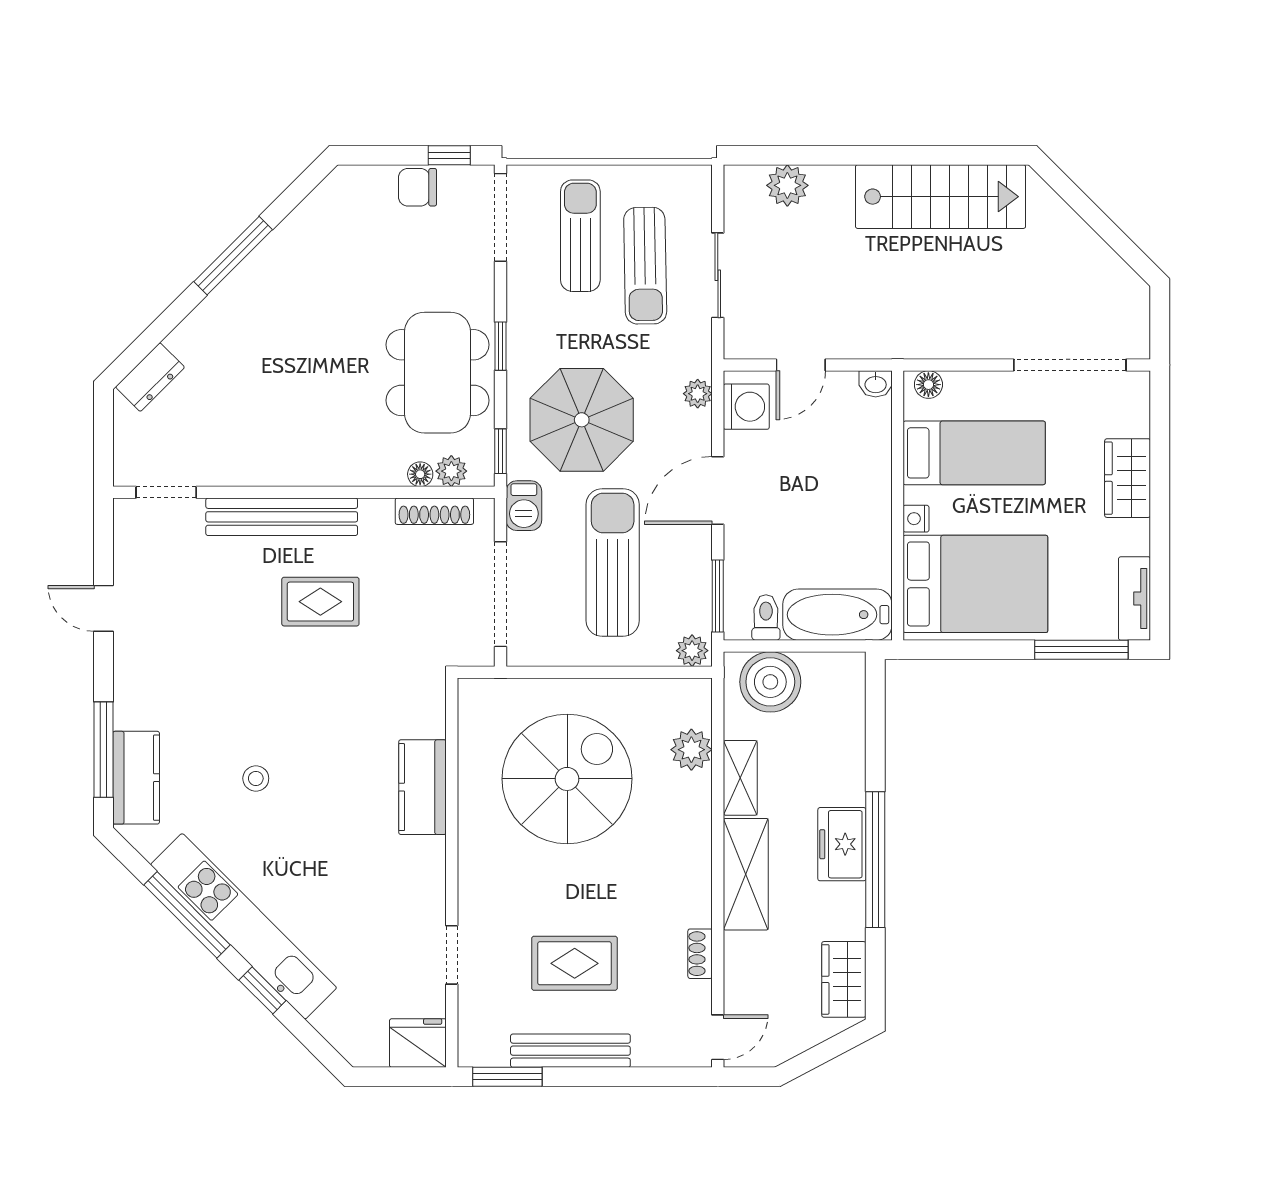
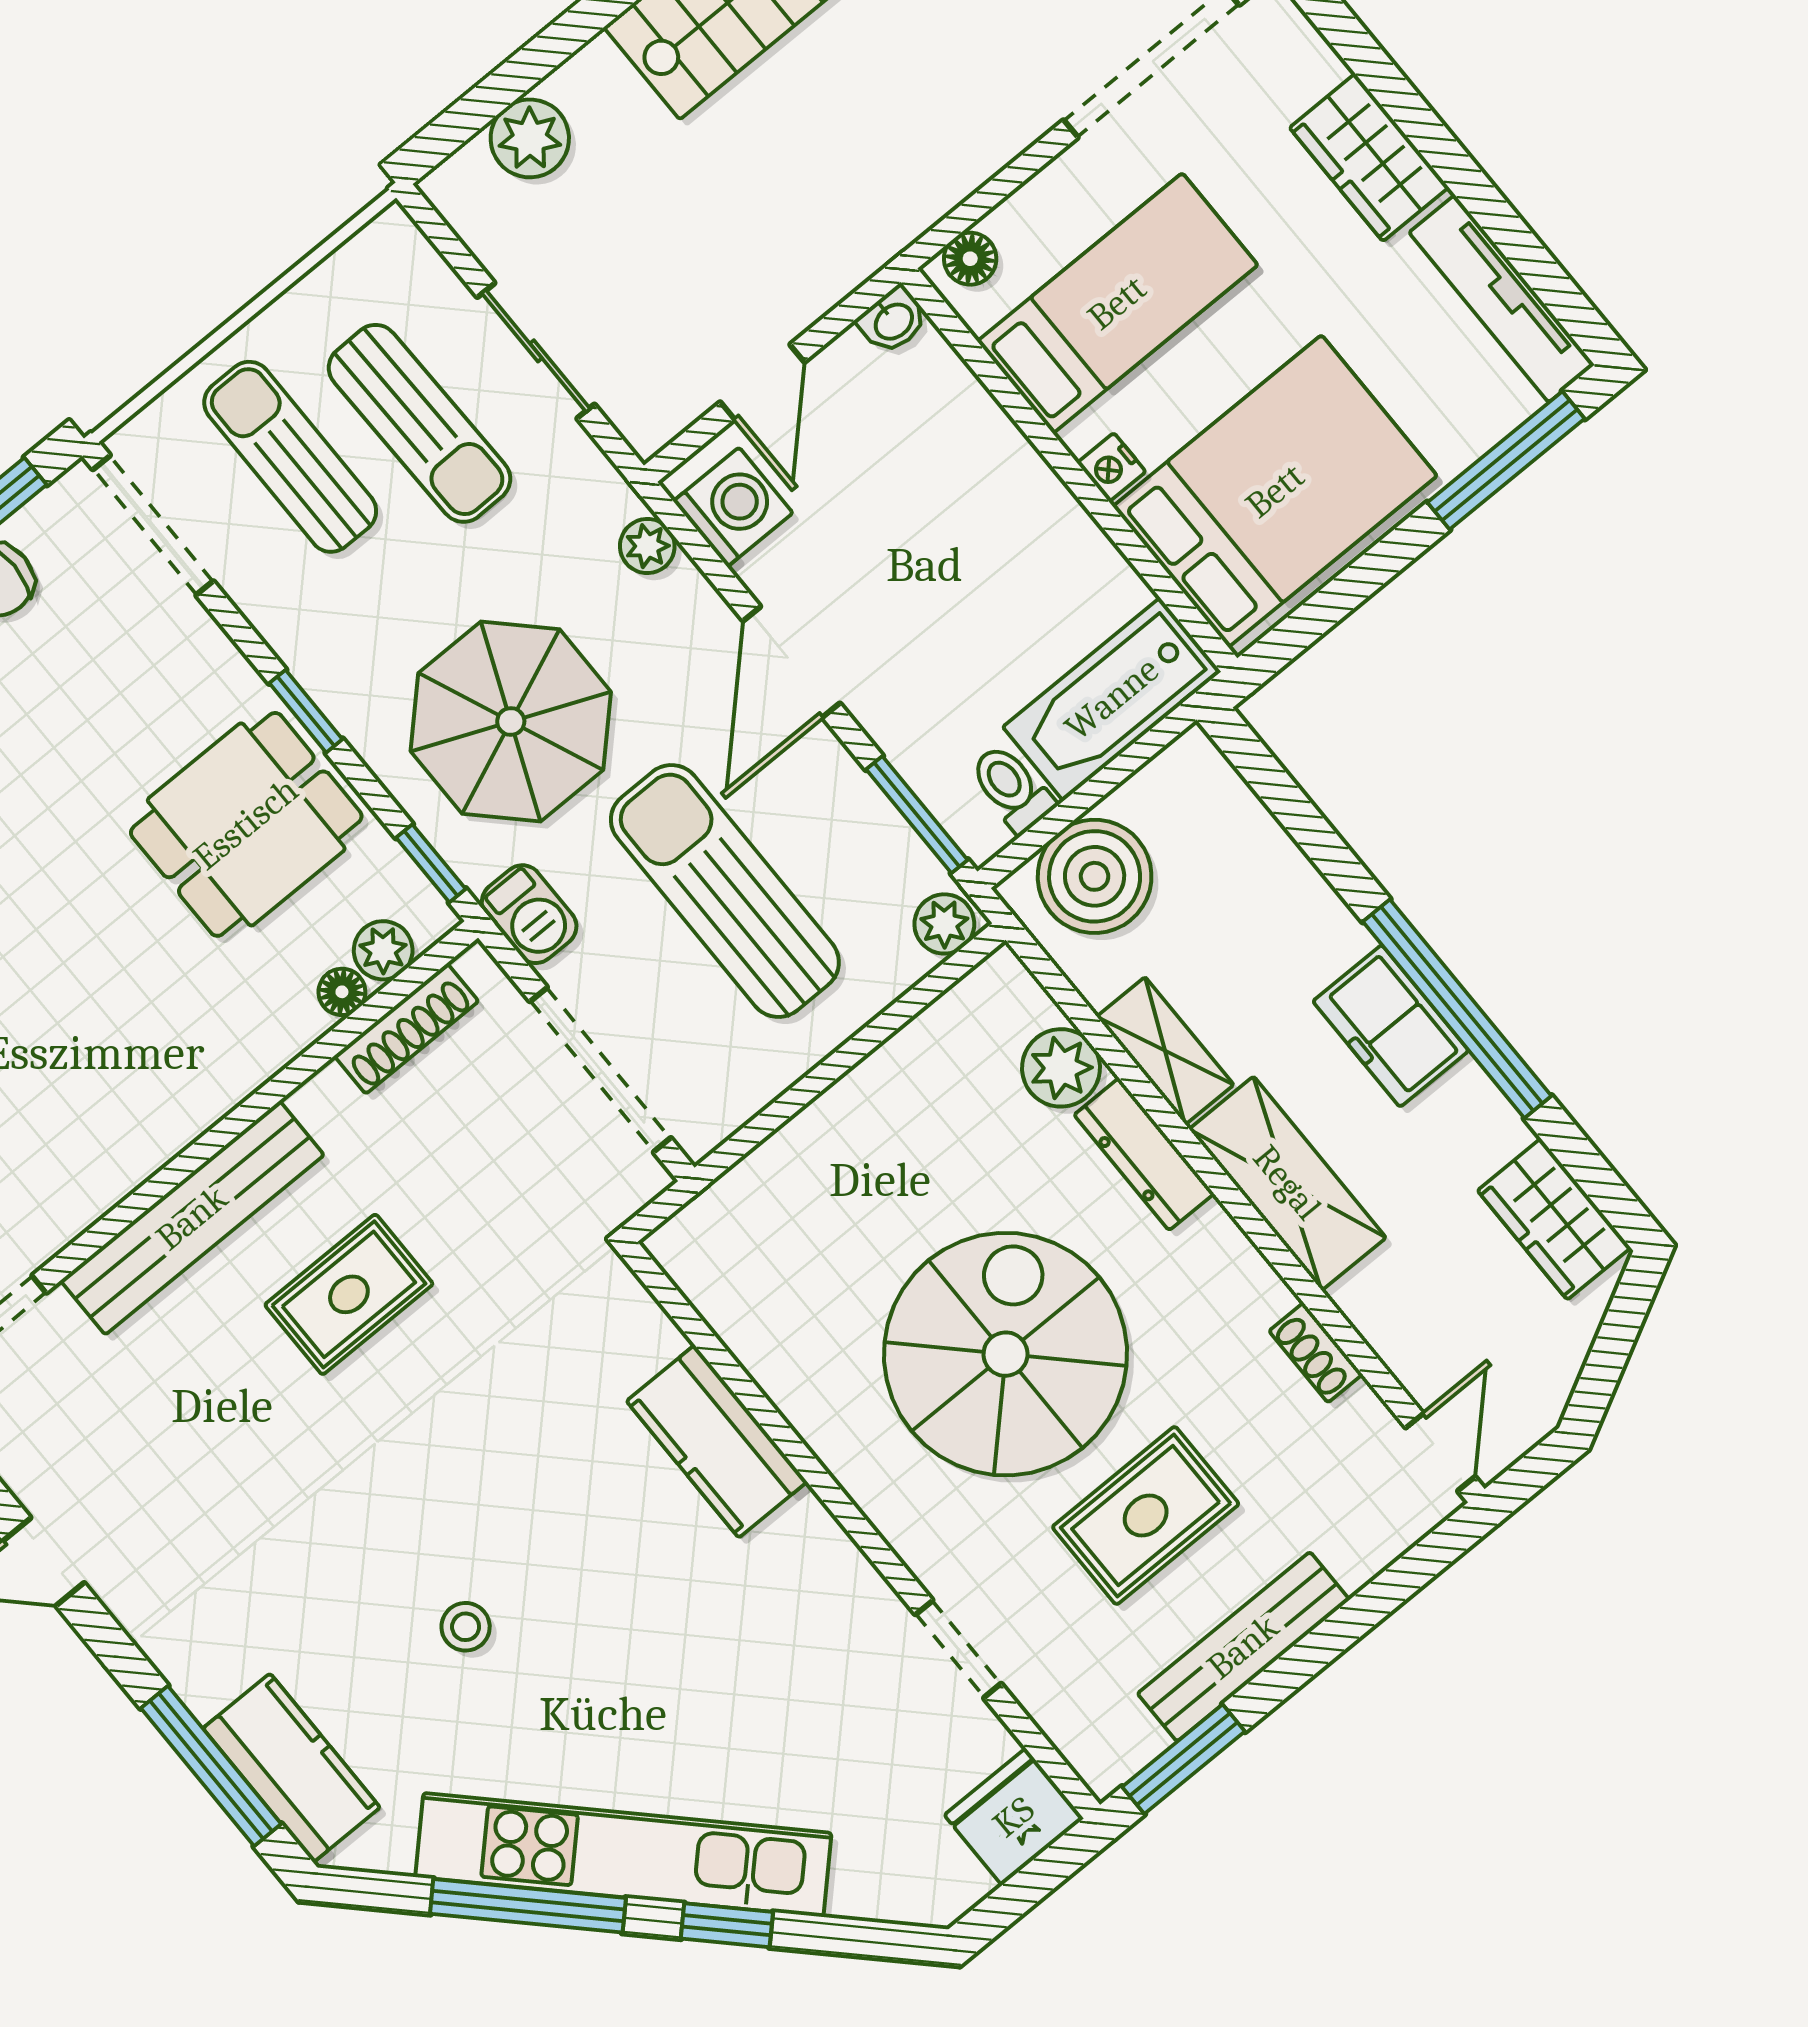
dining table: (437, 373) -> (246, 824), width x0.73
tv unit: (1135, 599) -> (1502, 299), width x1.41
spiral stairs: (567, 779) -> (1006, 1354), moved
dresser: (697, 813) -> (1144, 1154), added

